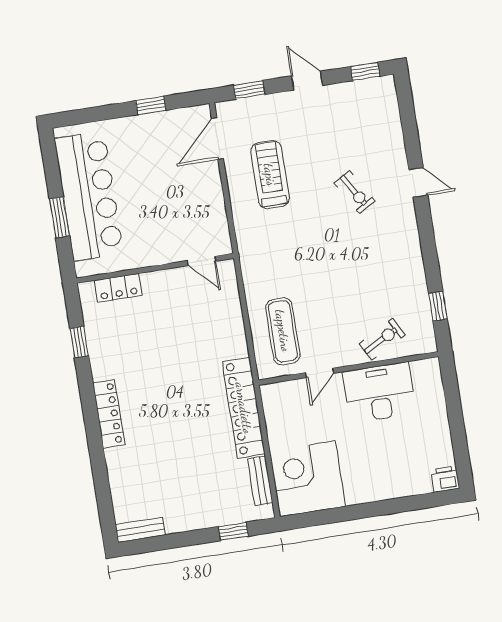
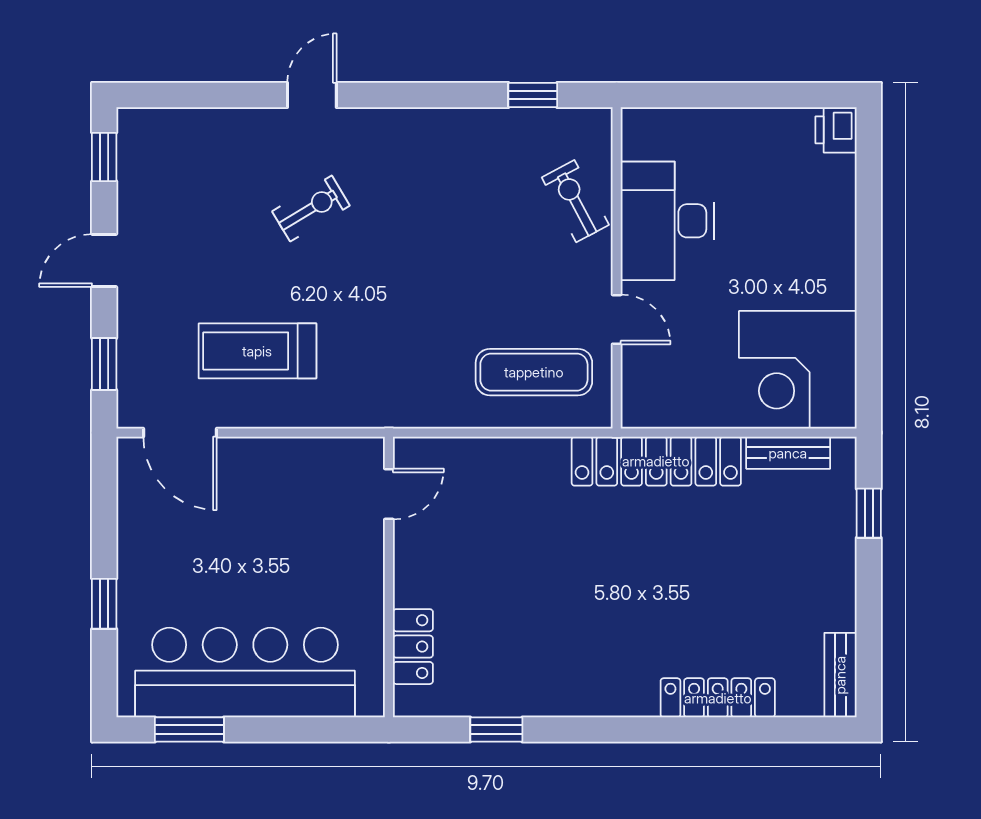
window: (151, 105) -> (104, 604), moved
window: (59, 217) -> (189, 729), moved
locker: (109, 414) -> (718, 698), moved

